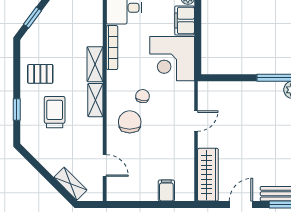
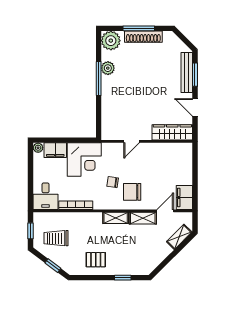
shelving: (95, 64) -> (143, 218), moved
pallet: (40, 74) -> (96, 260), turned 90
trolley: (55, 112) -> (56, 238), moved
door: (196, 121) -> (132, 141), swing flipped
filing cabinet: (166, 191) -> (184, 197), moved, width x2.00

